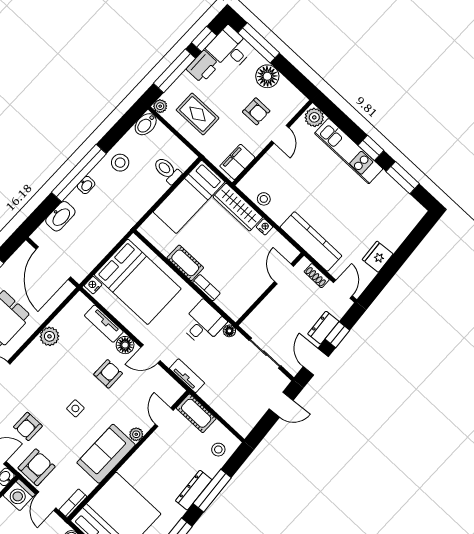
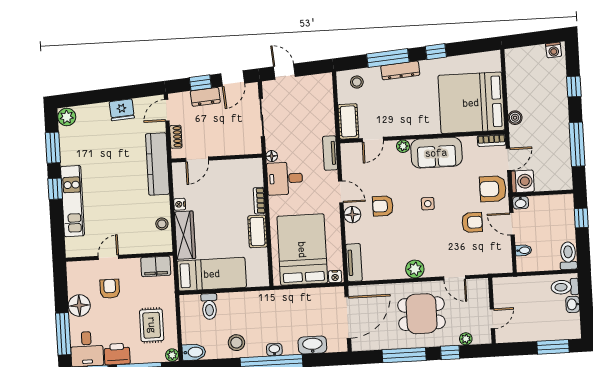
plant: (314, 117) -> (67, 117), moved
tv unit: (104, 324) -> (354, 263), moved
plant: (49, 336) -> (415, 269), moved

